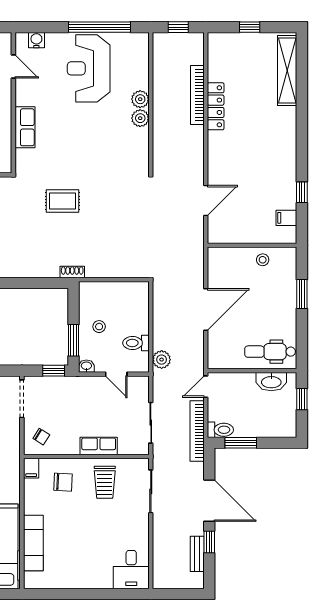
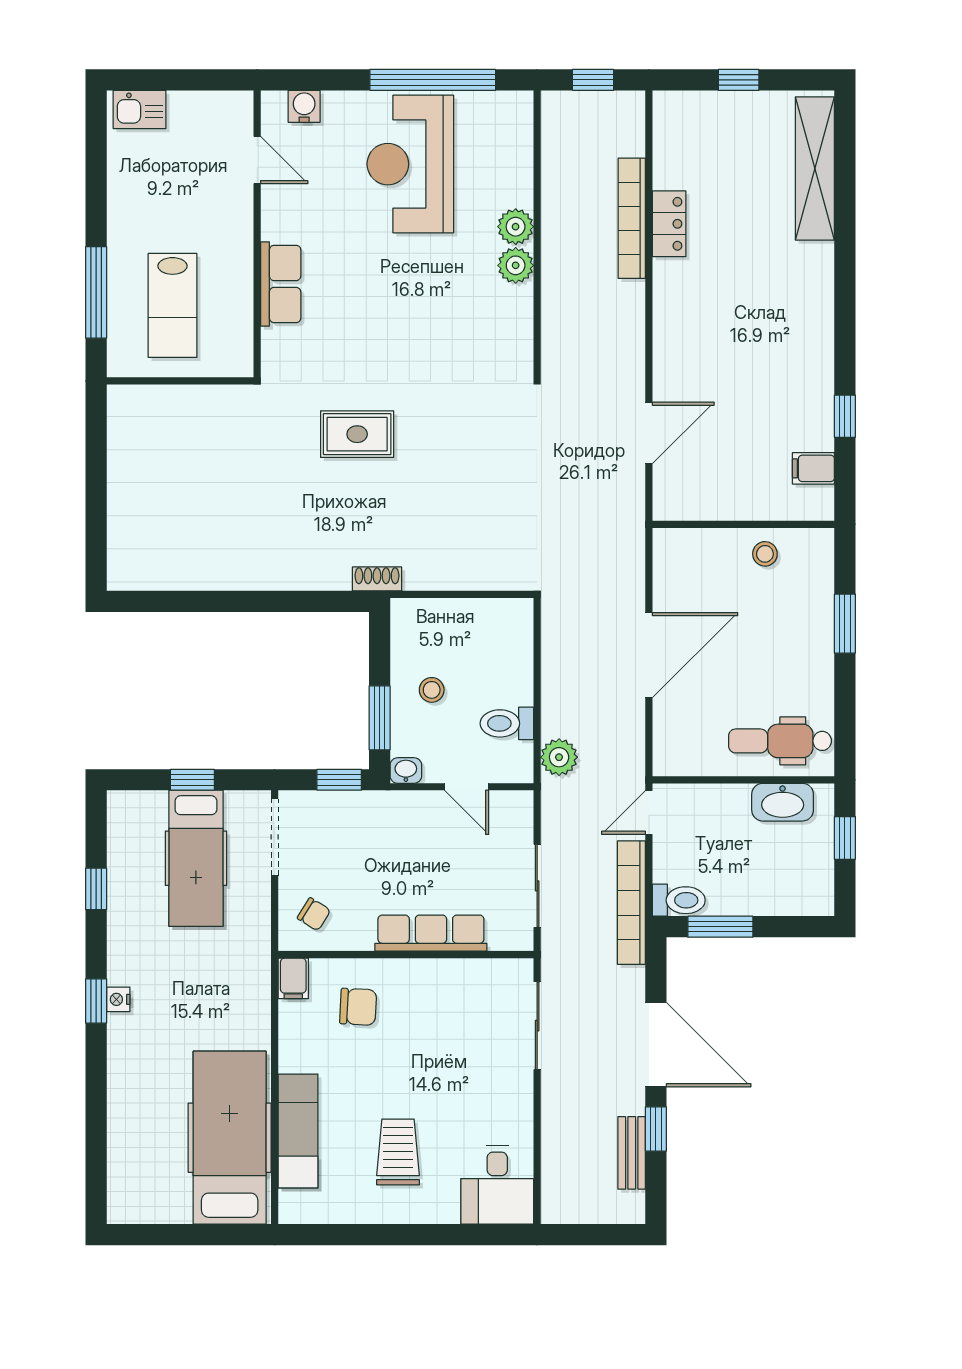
locker: (216, 106) -> (669, 224), width x0.66
row of seats: (99, 446) -> (431, 933), width x1.48
trolley: (105, 482) -> (398, 1152), moved, turned 180

